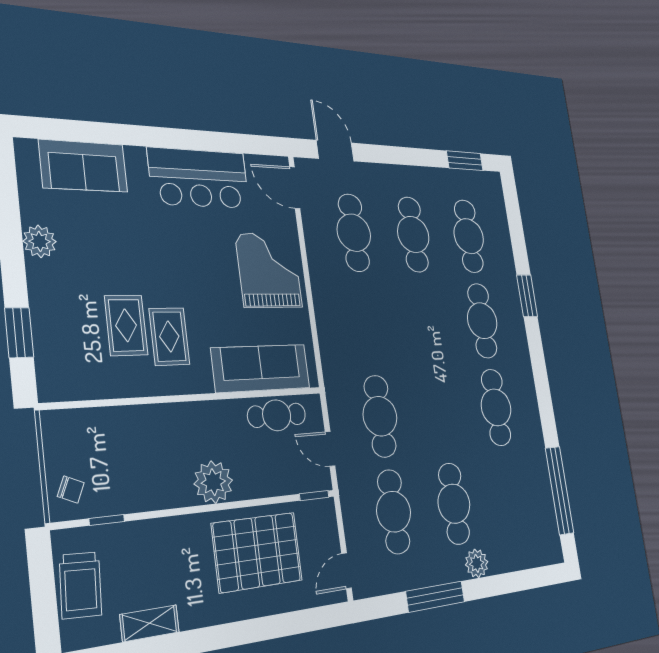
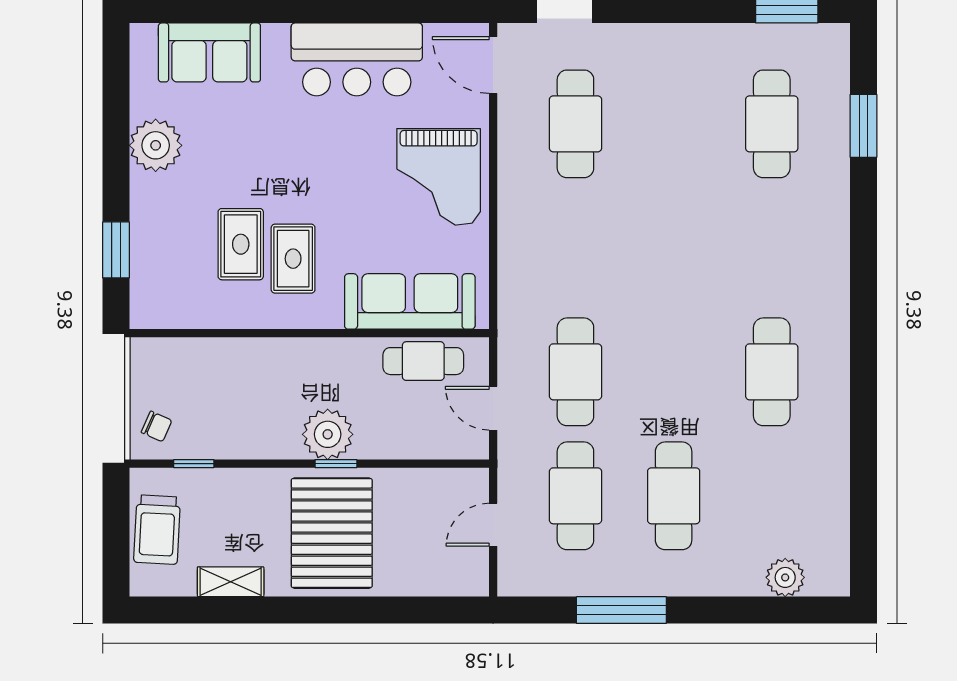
cafe table: (413, 234) -> (674, 124), removed
plant: (40, 241) -> (156, 145), width x1.36, depth x1.36
grand piano: (269, 270) -> (439, 177), turned 180
window: (527, 296) -> (863, 126), moved
cafe table: (482, 321) -> (772, 248), removed
window: (559, 490) -> (863, 497), removed
window: (314, 496) -> (336, 464), moved
pallet: (257, 552) -> (332, 533), moved, turned 90
plant: (477, 563) -> (785, 577), moved
door: (346, 571) -> (493, 525), moved

